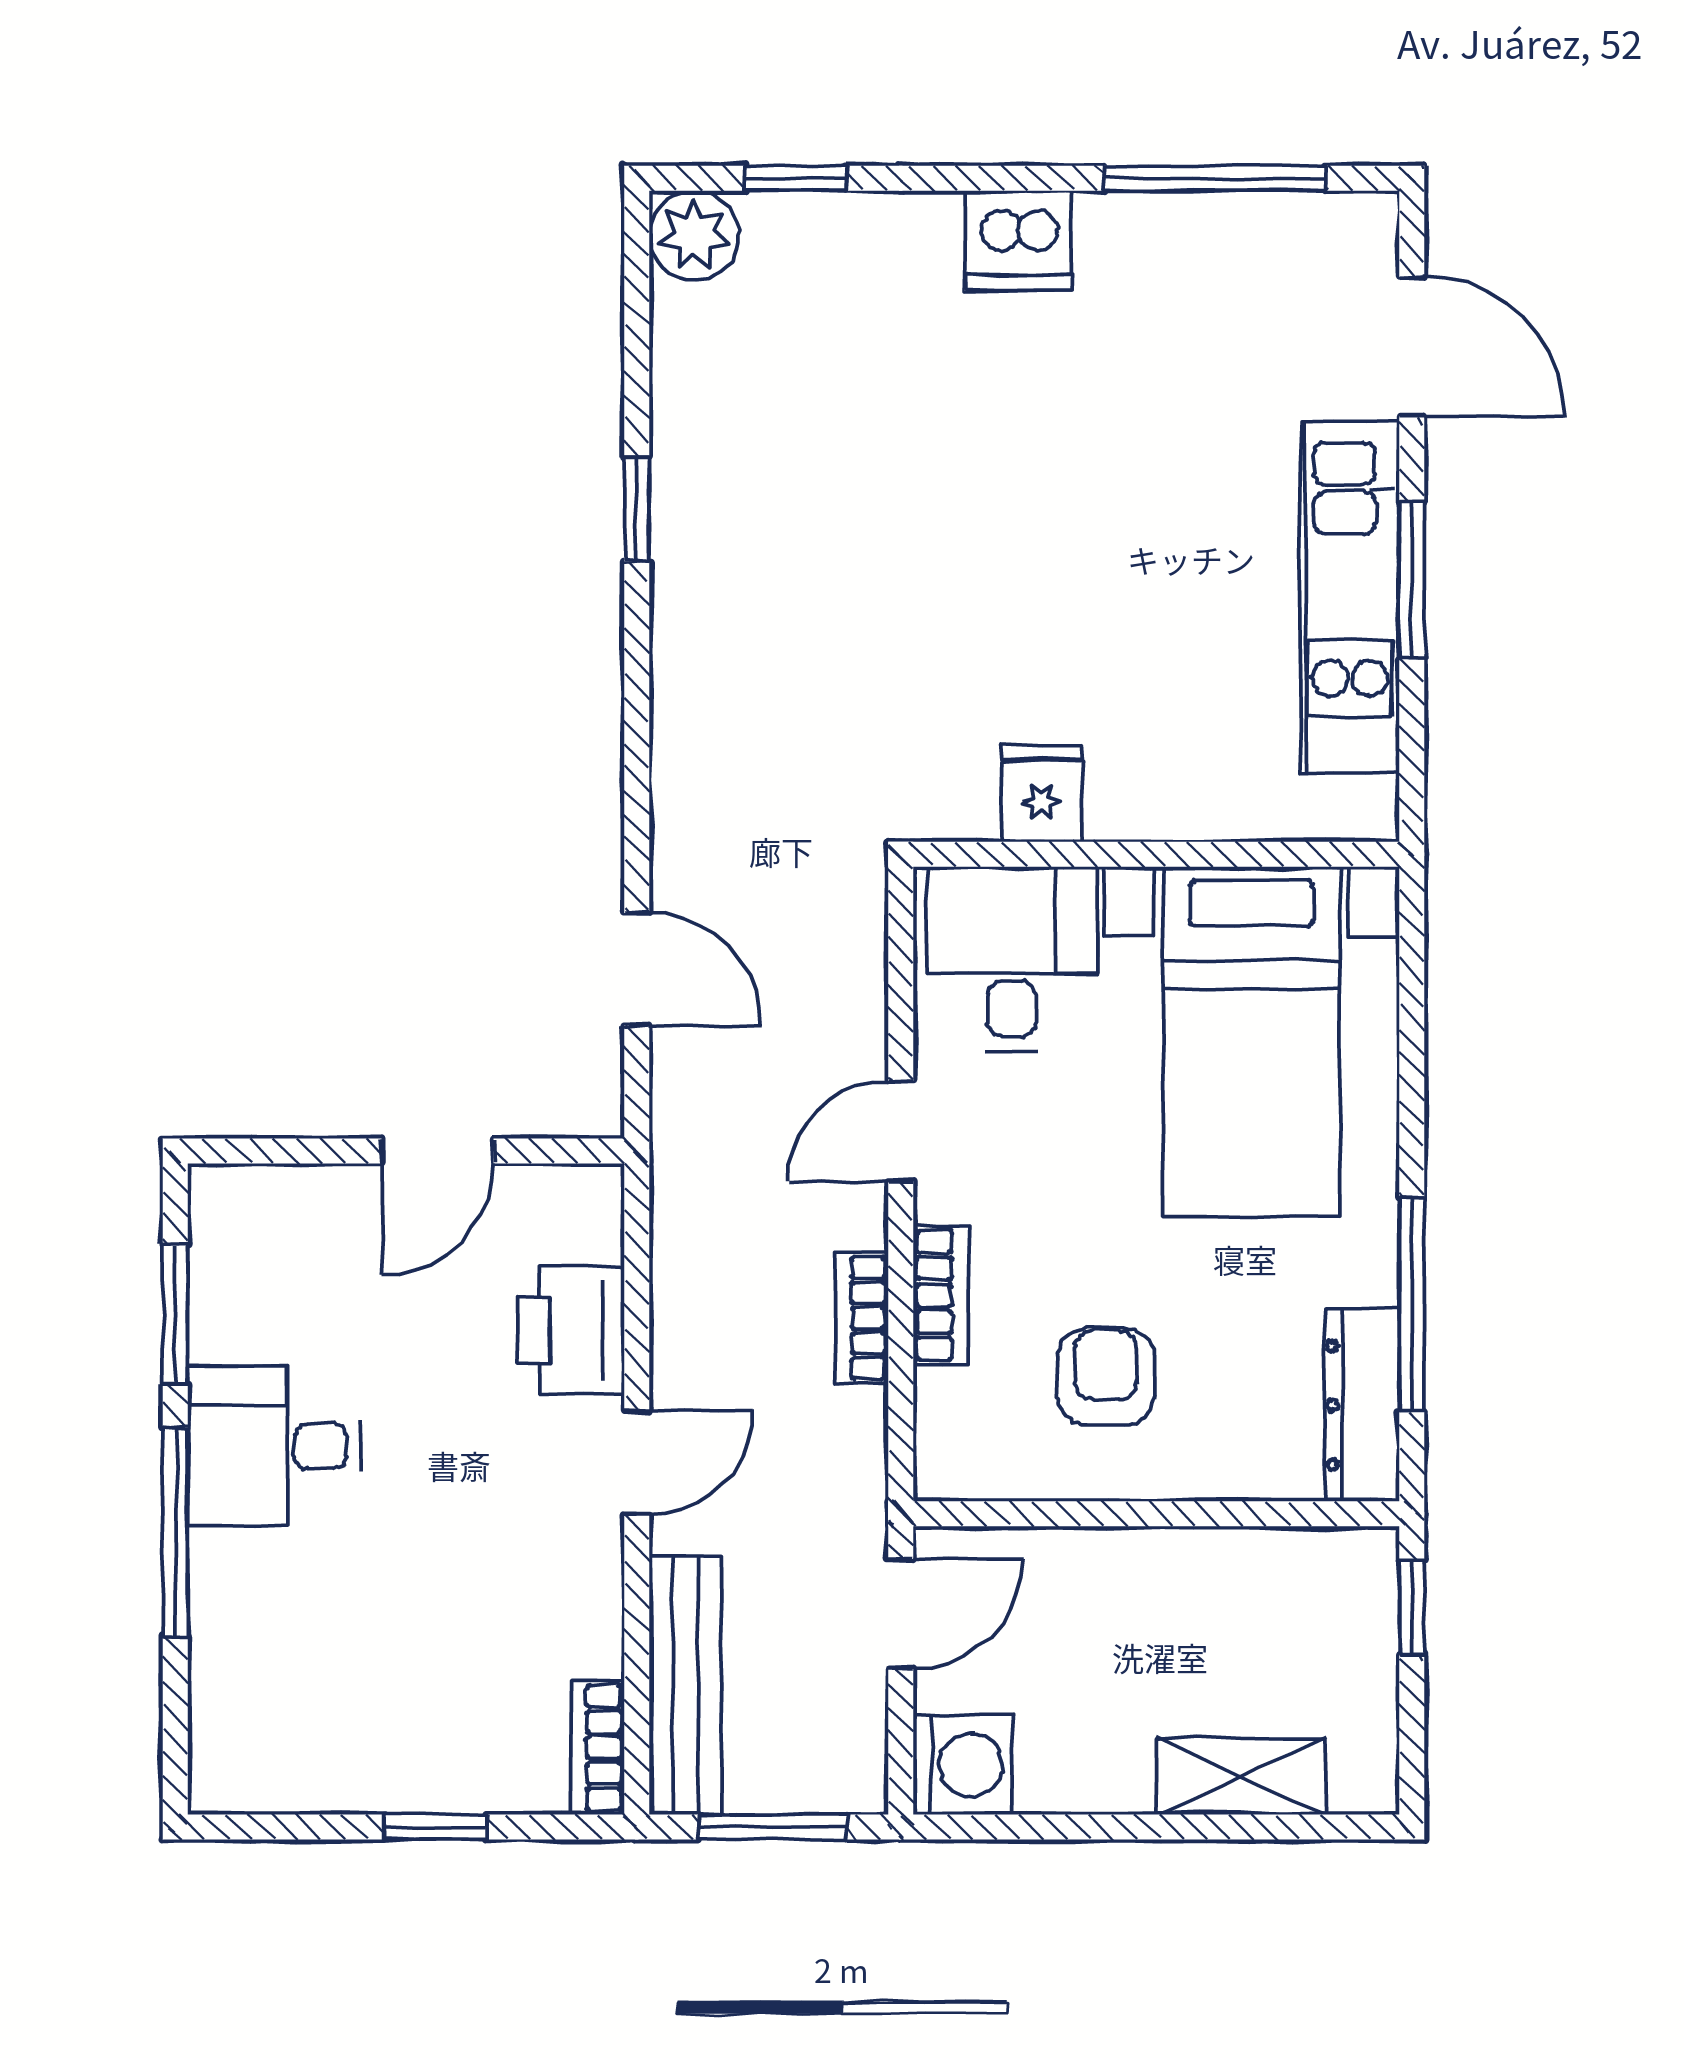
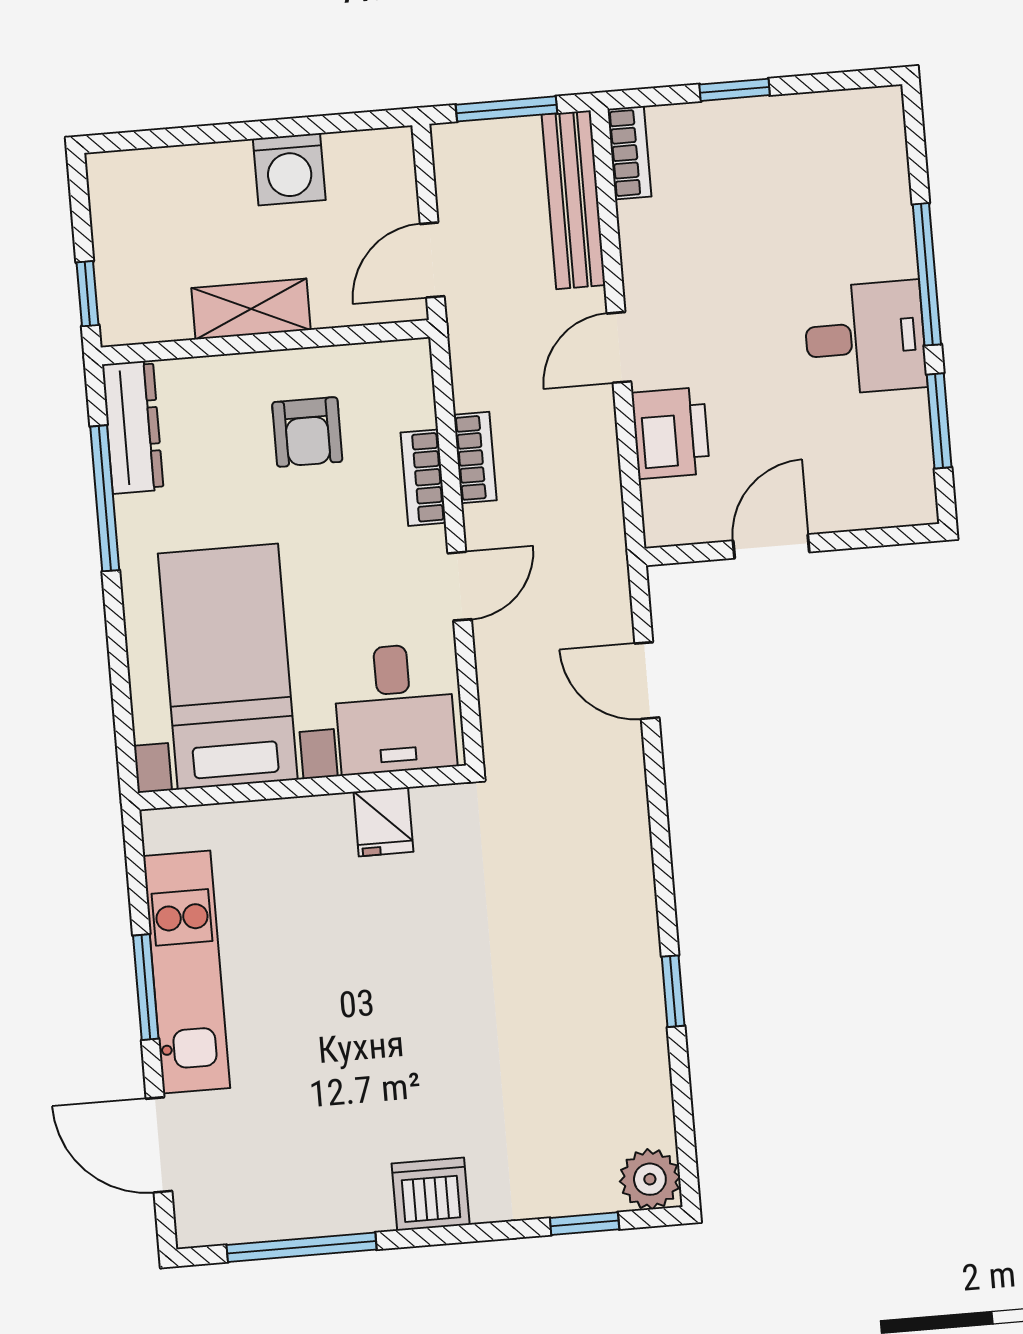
washing machine: (963, 1765) -> (289, 169), moved, turned -90
shelving: (1241, 1776) -> (251, 309), moved

